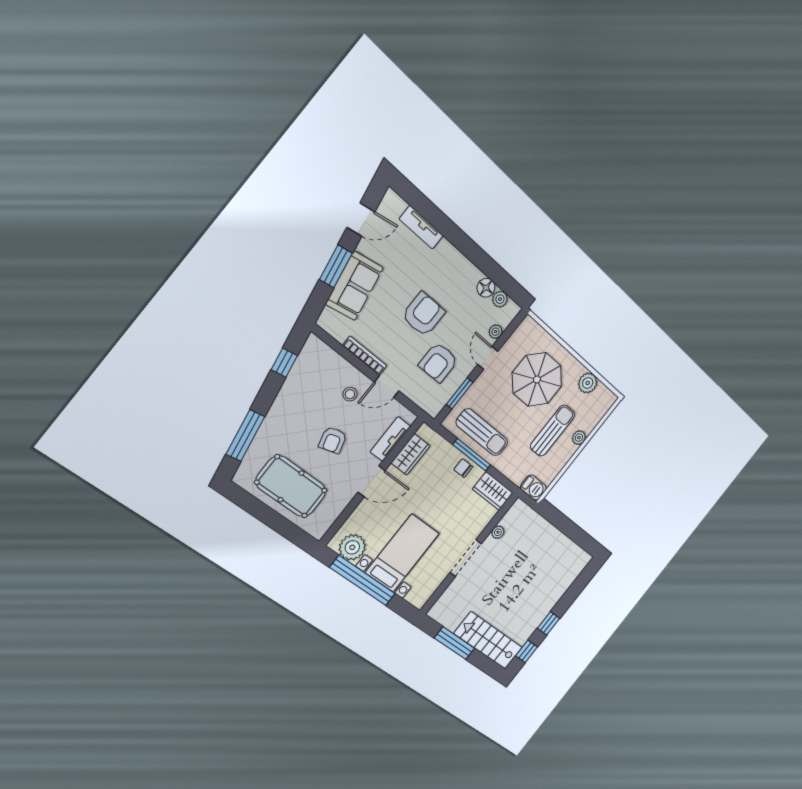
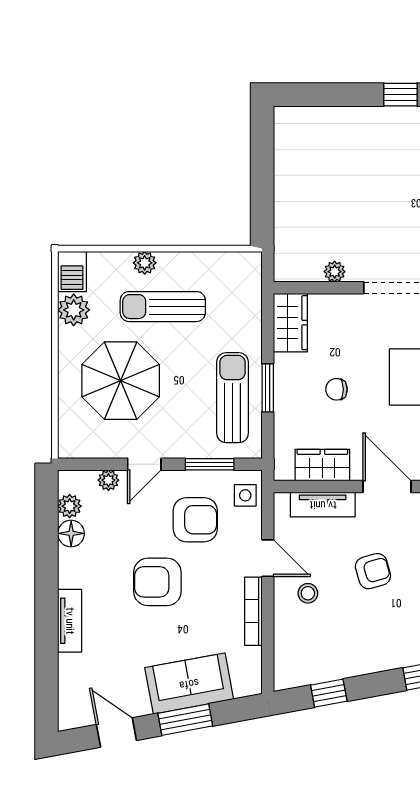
tv unit: (421, 227) -> (70, 621), moved
side table: (429, 400) -> (245, 495), added
window: (472, 455) -> (268, 388), width x0.69
chair: (463, 468) -> (336, 389), moved, turned 90
barbecue: (533, 487) -> (72, 272), moved, turned 180

